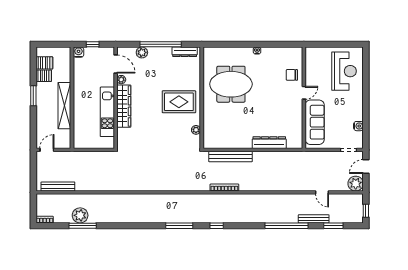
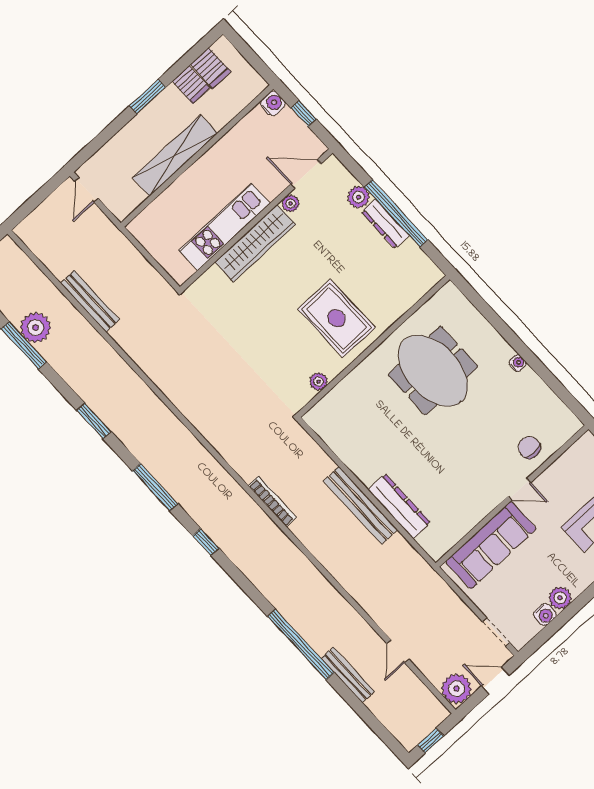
dresser: (185, 52) -> (385, 224), moved
door: (116, 64) -> (306, 174), swing flipped
plant: (358, 115) -> (560, 598), added
door: (47, 150) -> (86, 190), swing flipped
bench: (230, 157) -> (360, 505), moved
bench: (58, 186) -> (90, 301), moved
window: (333, 226) -> (94, 421), moved

